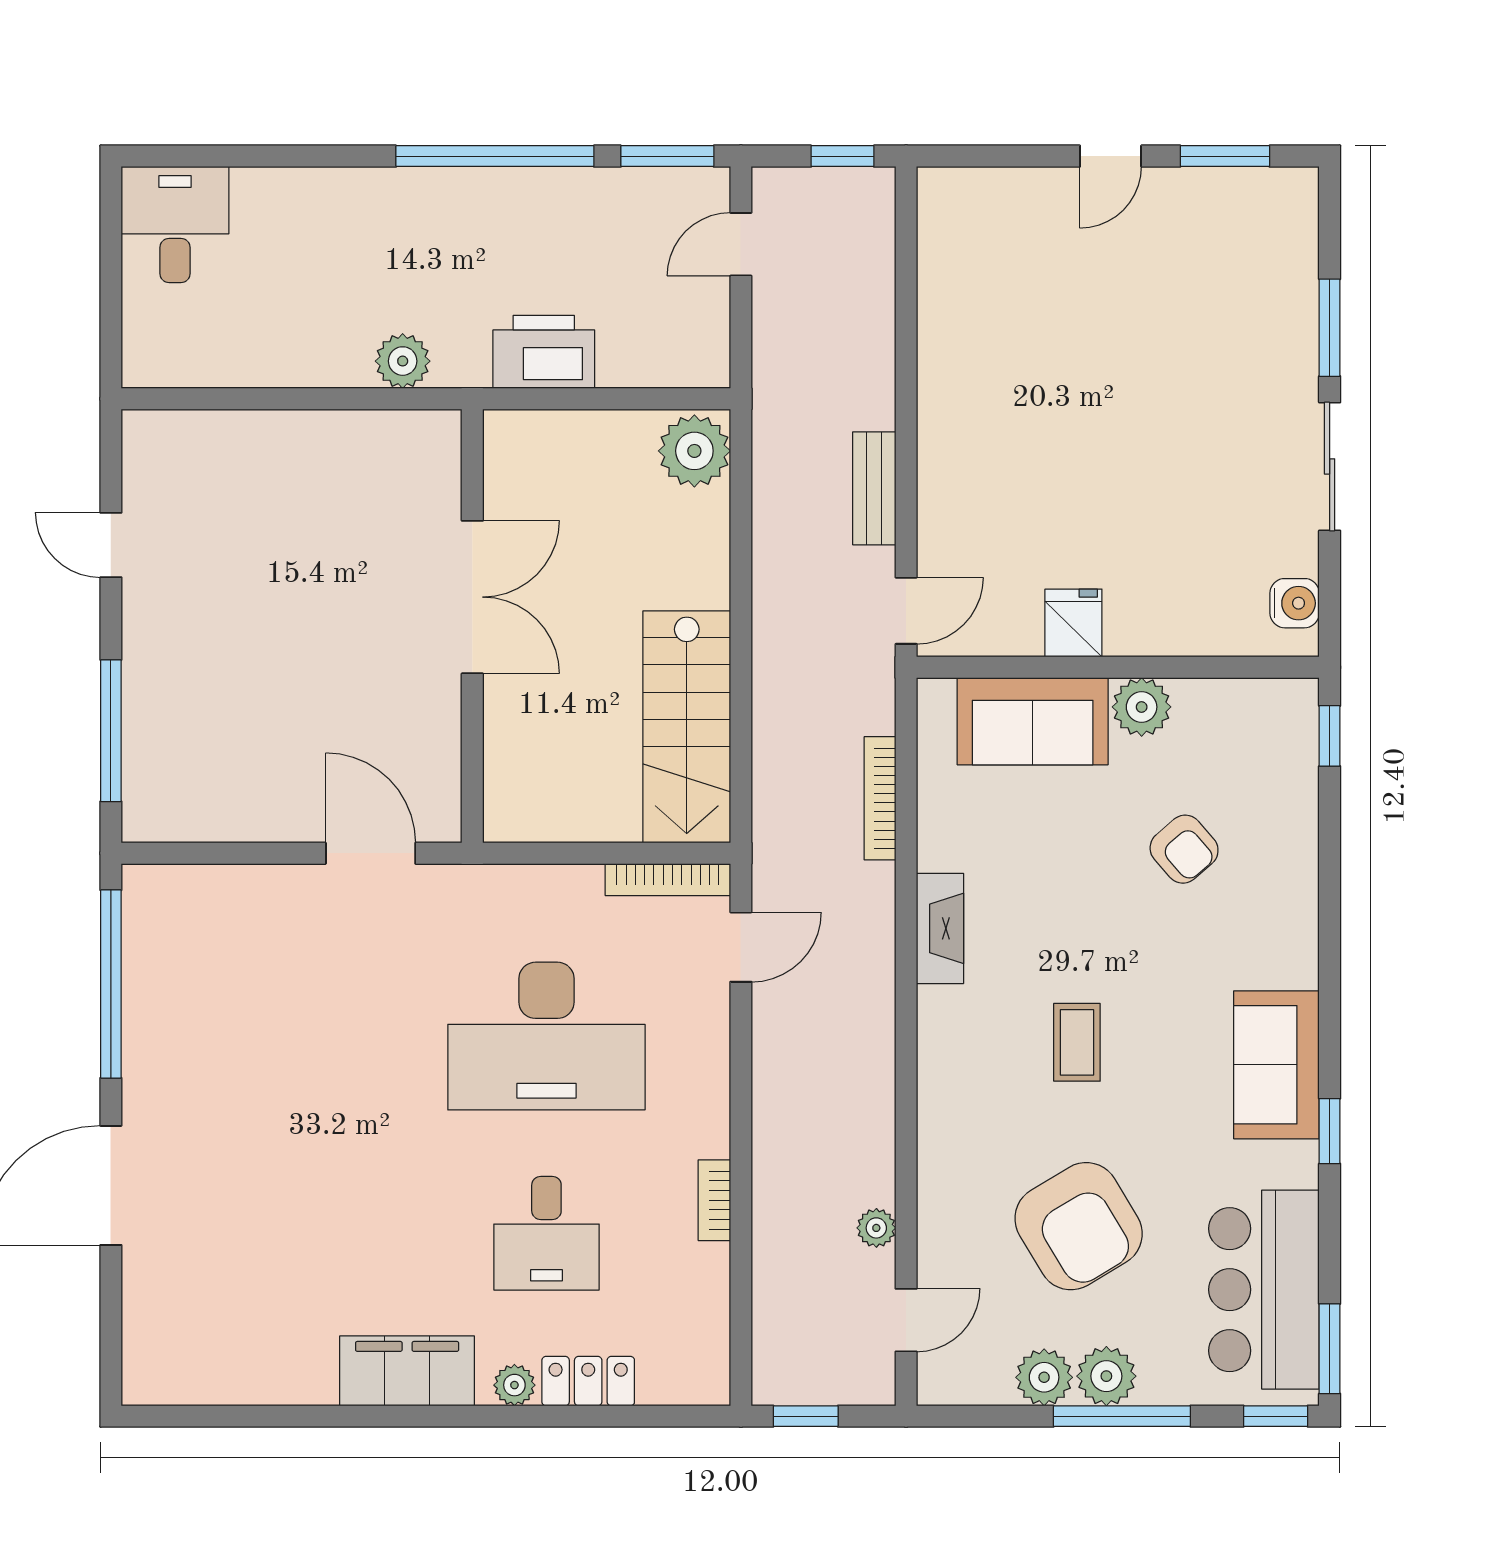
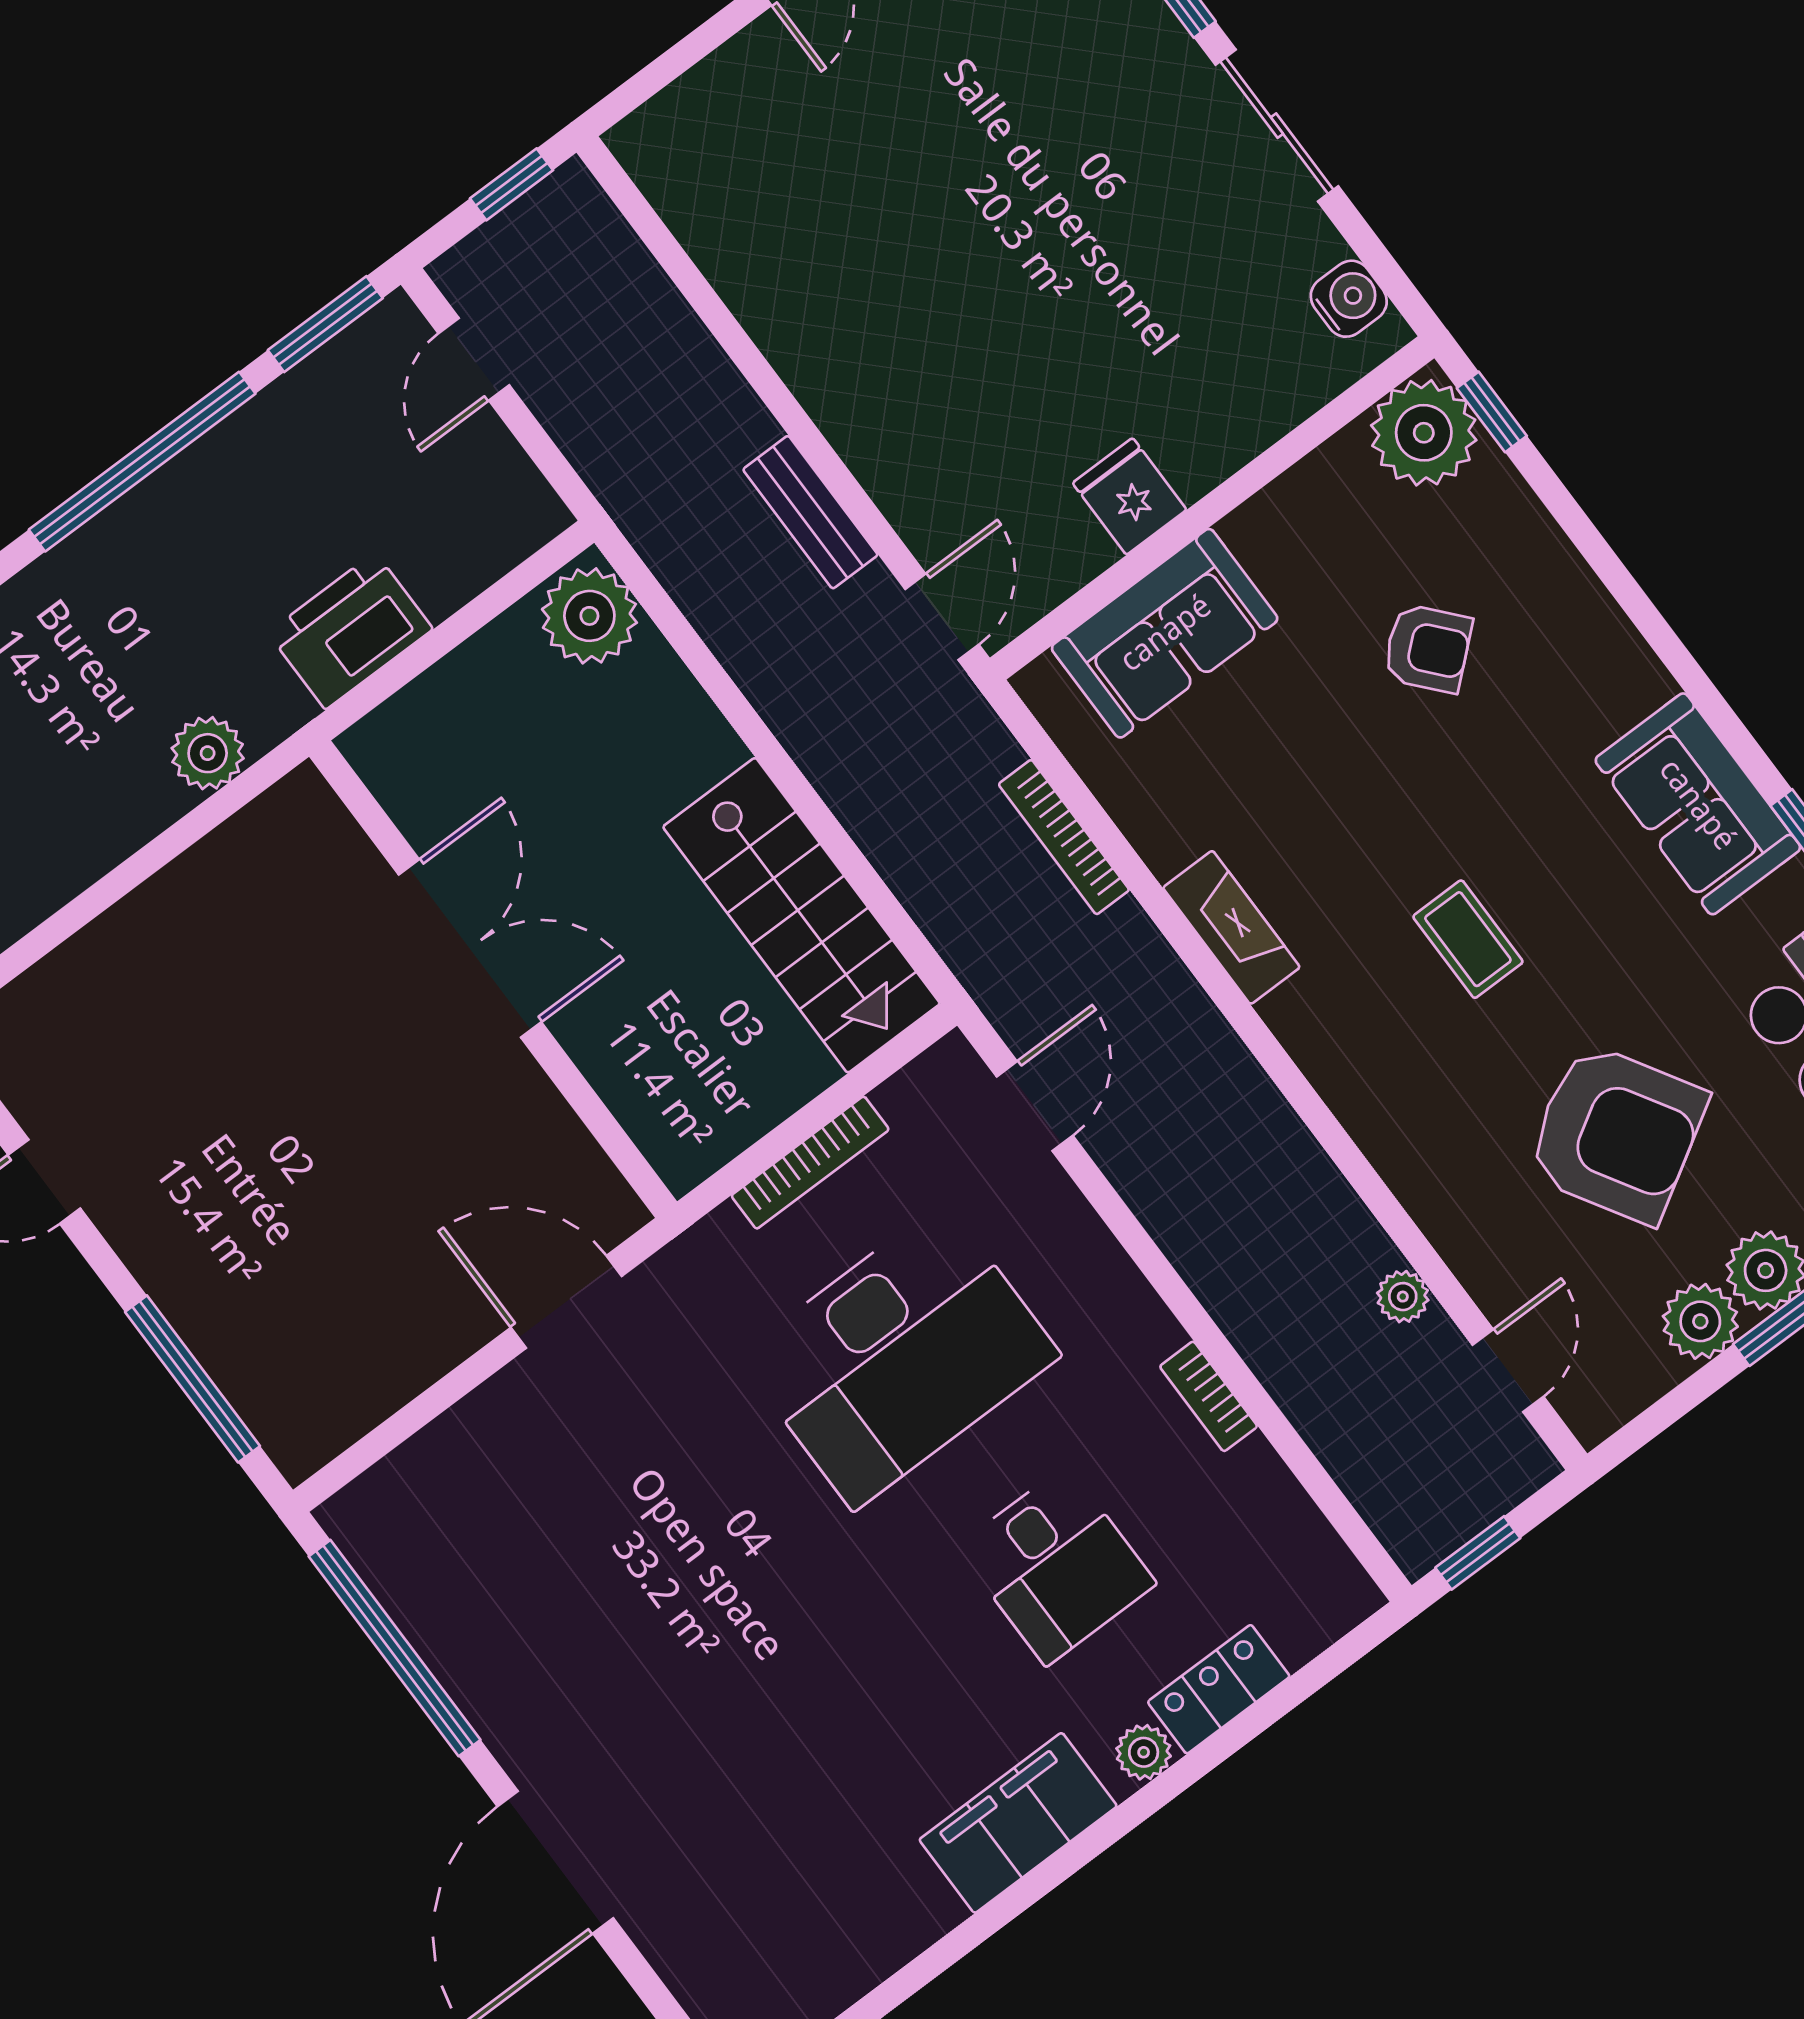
plant: (1142, 707) -> (1424, 433), moved, width x1.36, depth x1.36
bookcase: (668, 880) -> (810, 1163), moved

